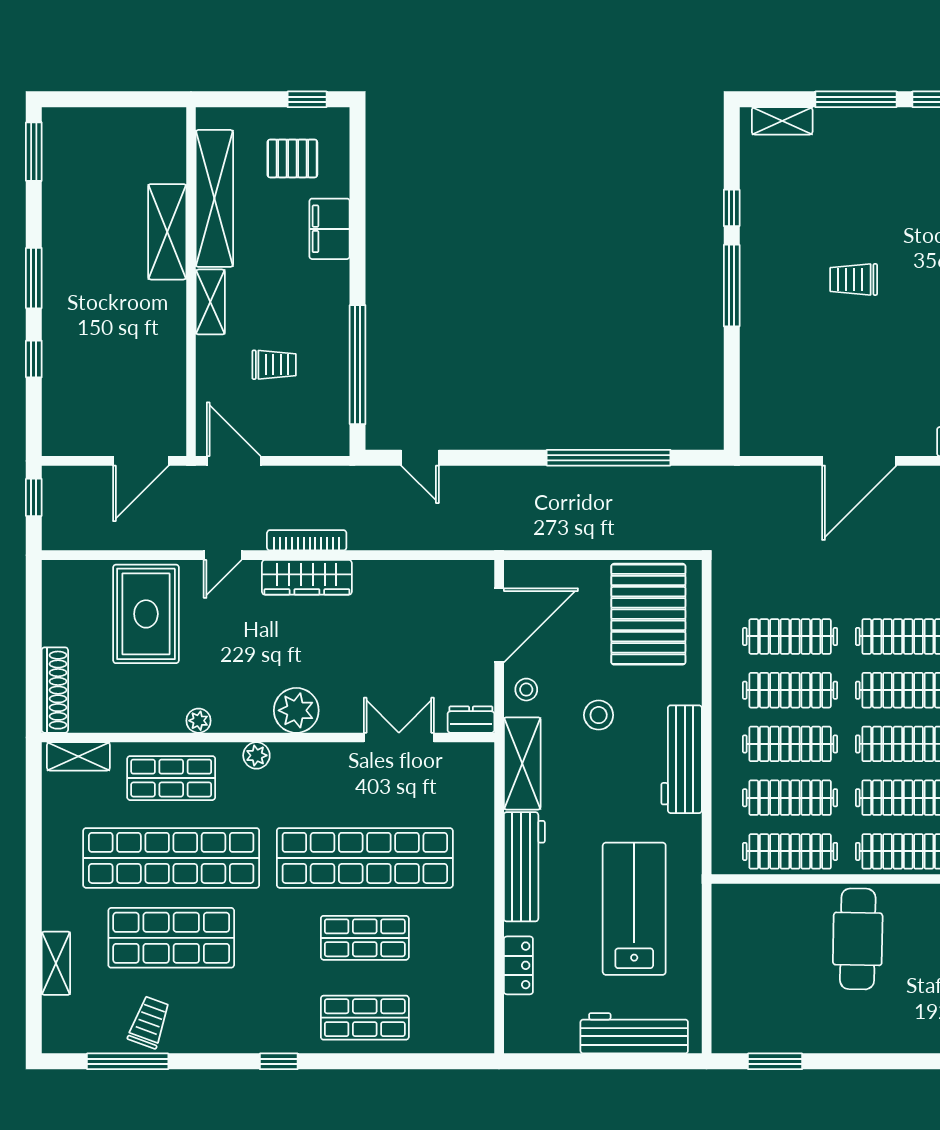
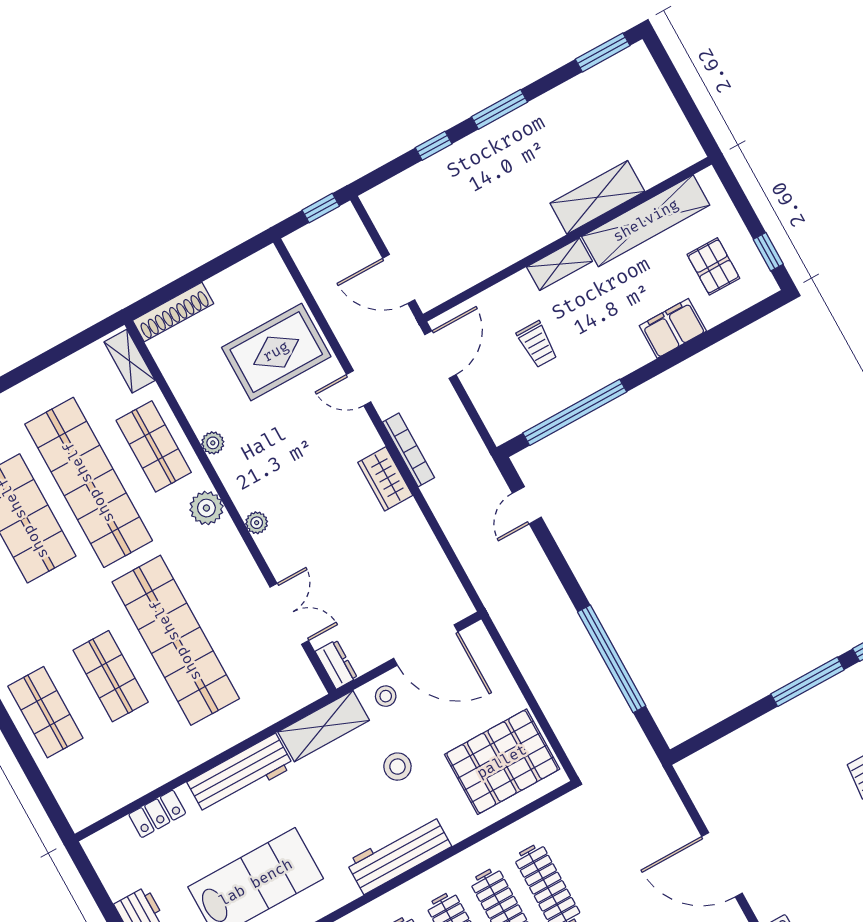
wardrobe: (307, 577) -> (385, 479), width x0.67
plant: (296, 710) -> (257, 523), width x0.53, depth x0.53
plant: (256, 755) -> (206, 508), width x1.38, depth x1.38

